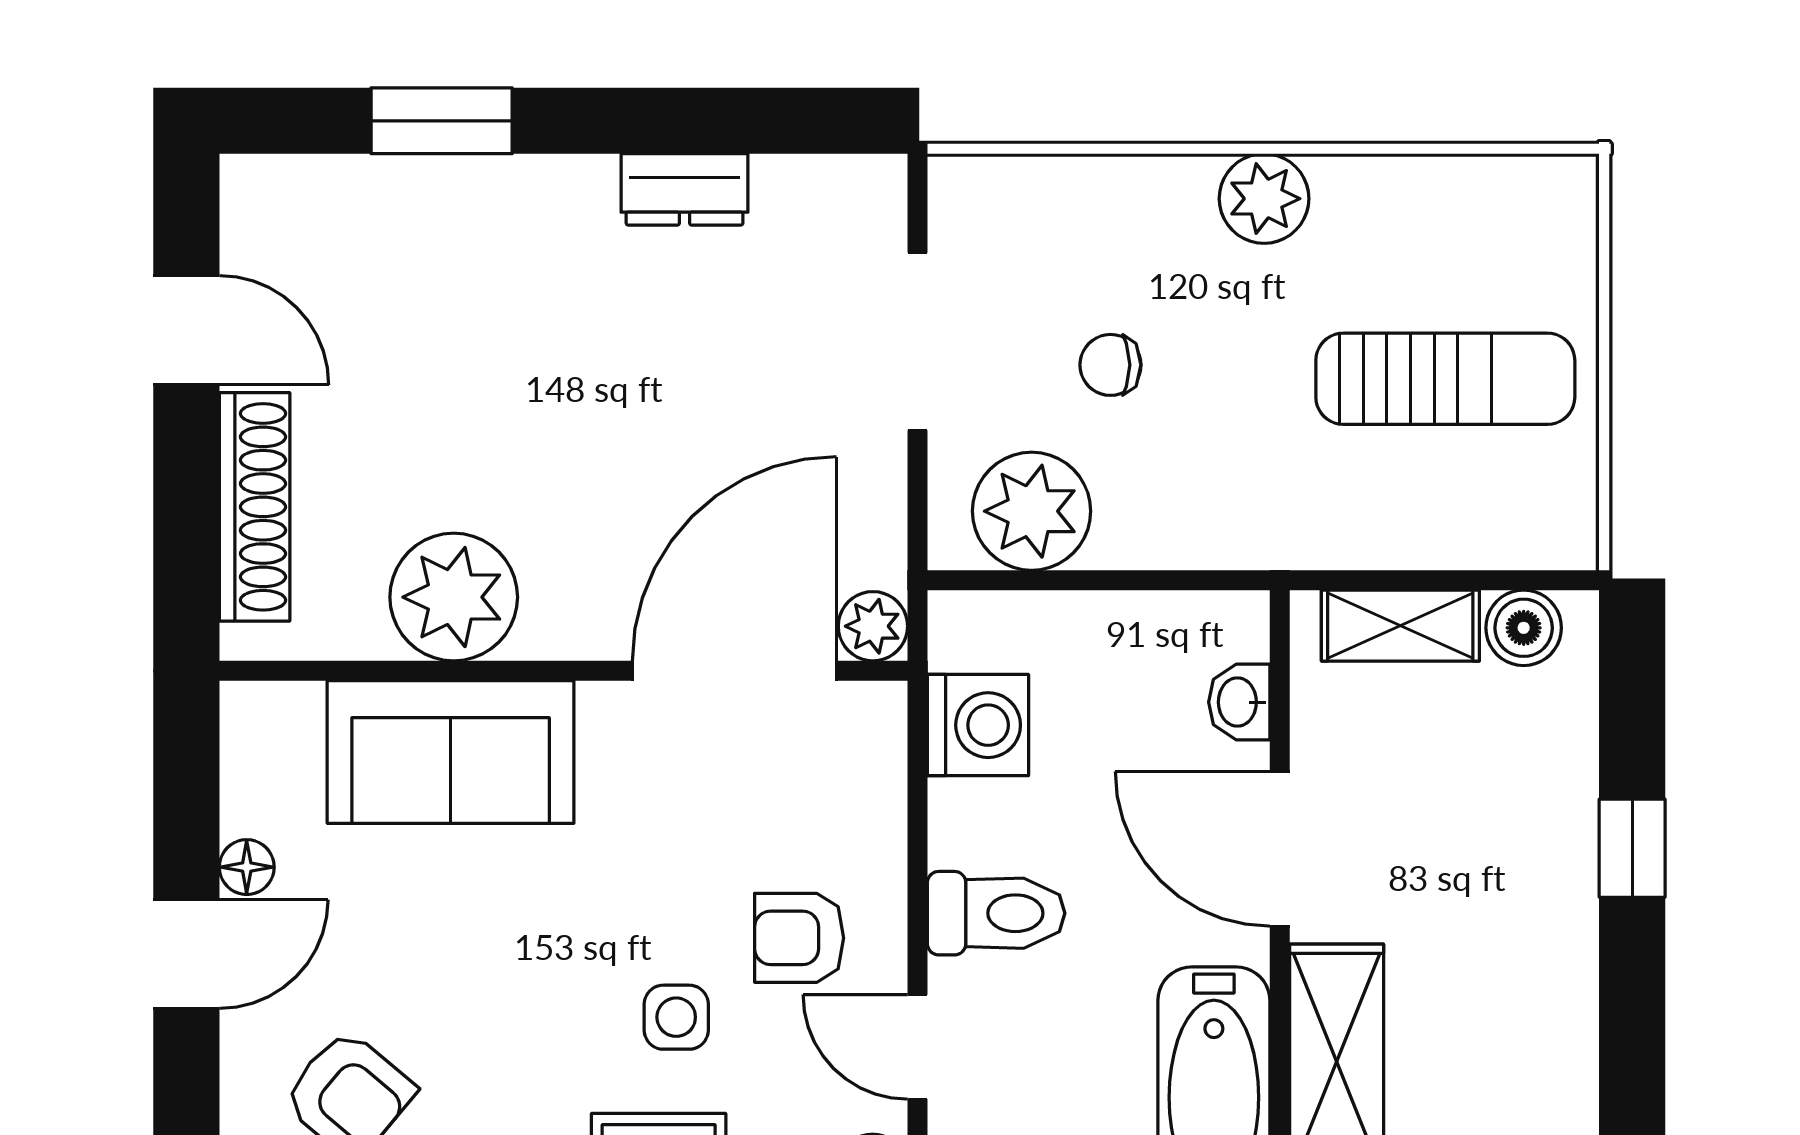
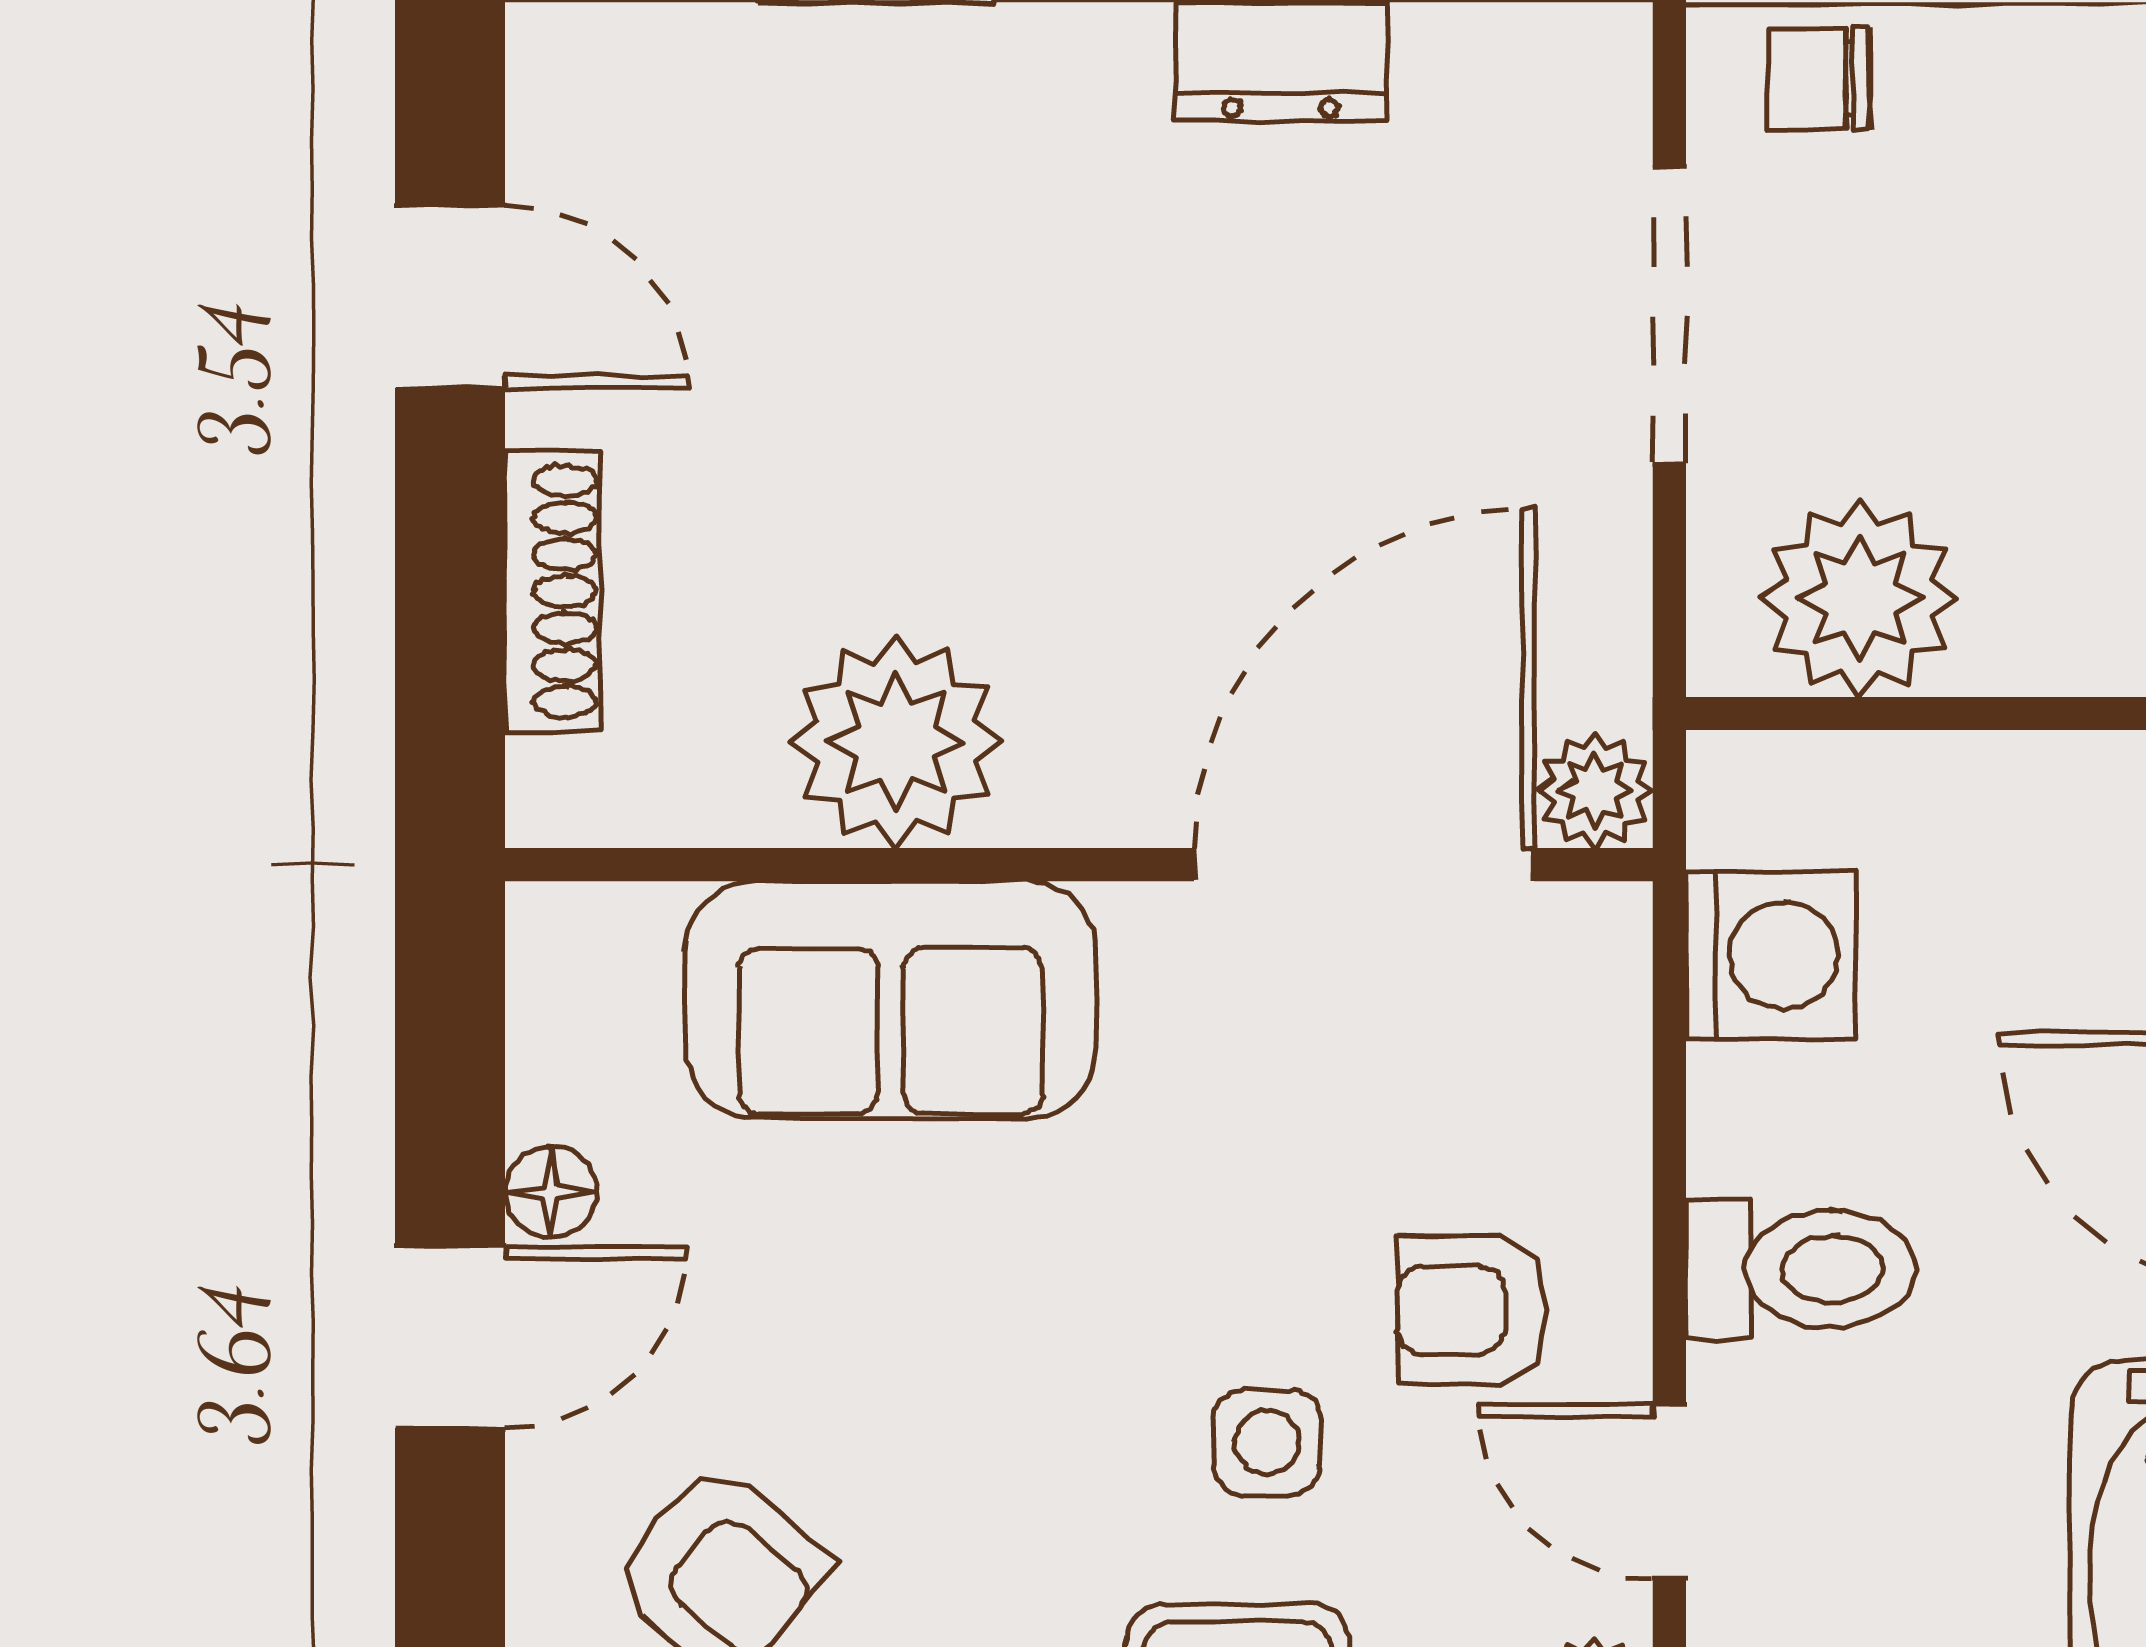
chair: (1110, 365) -> (1819, 78), moved
shoe rack: (255, 507) -> (553, 591), width x0.74, depth x0.81

